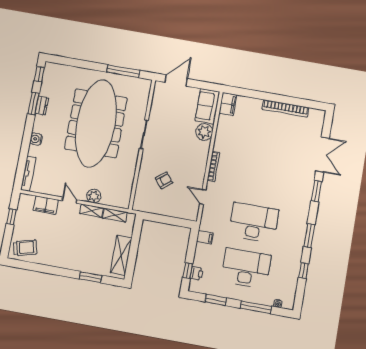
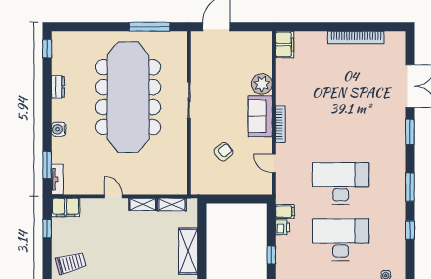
window: (34, 103) -> (47, 165), moved
sofa: (207, 106) -> (260, 116), moved
tv unit: (28, 174) -> (57, 179), width x0.71
plant: (94, 196) -> (142, 186), removed
filing cabinet: (46, 205) -> (66, 207), moved
printer: (197, 273) -> (283, 227), moved

